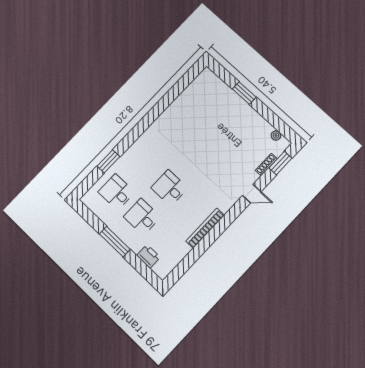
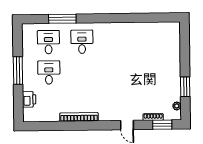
window: (244, 93) -> (185, 87), moved
window: (108, 161) -> (62, 19), width x1.44
desk: (169, 188) -> (82, 42), moved

